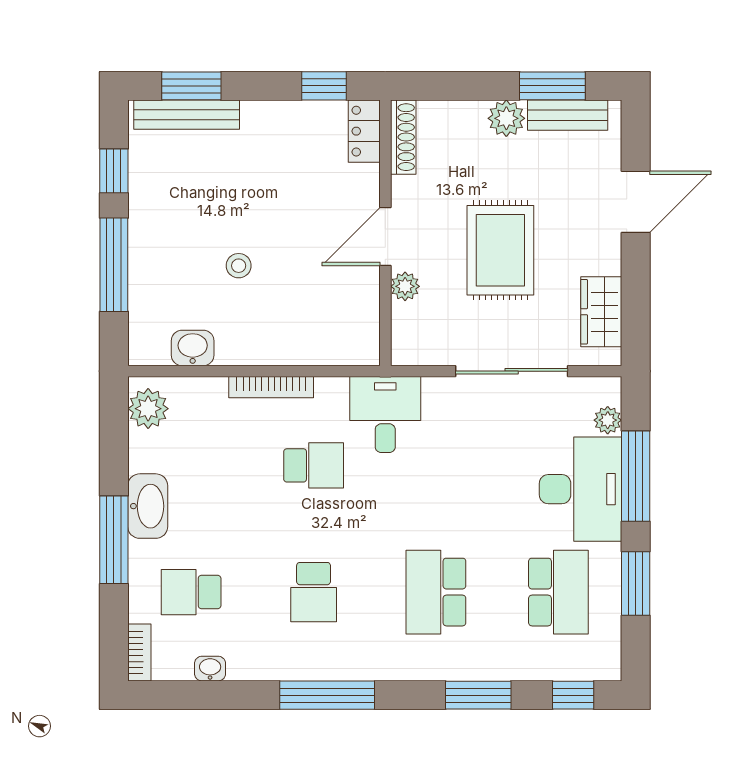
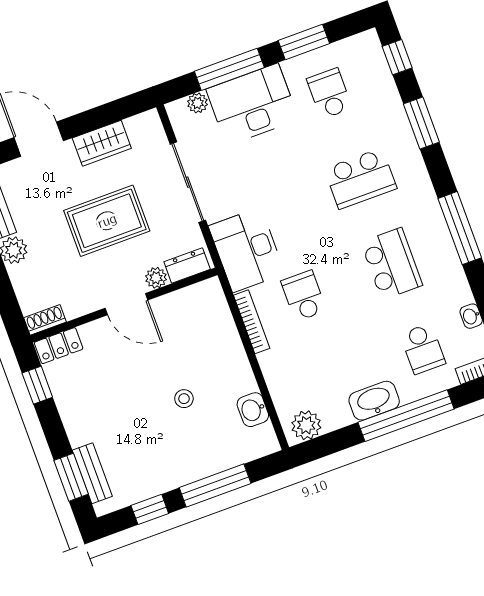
bench: (187, 115) -> (92, 473), width x0.73
shoe rack: (403, 137) -> (45, 320), width x0.70
wardrobe: (601, 312) -> (102, 143), moved
dresser: (406, 332) -> (187, 266), added
bookcase: (271, 387) -> (252, 322), moved
desk: (385, 415) -> (247, 250), width x1.37
window: (114, 540) -> (406, 416), width x1.46
school desk: (314, 592) -> (392, 264), width x1.85
school desk: (558, 592) -> (329, 94), width x0.54

